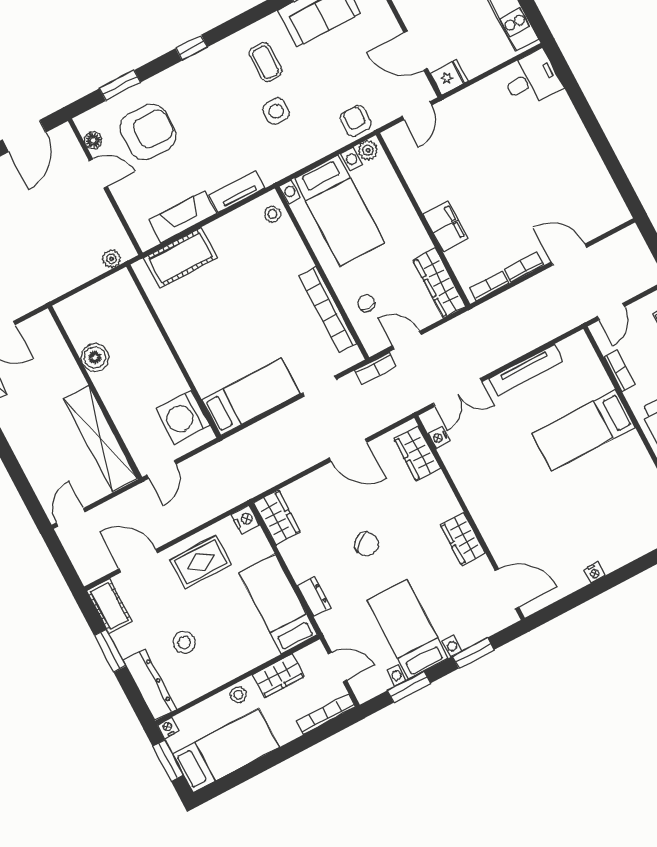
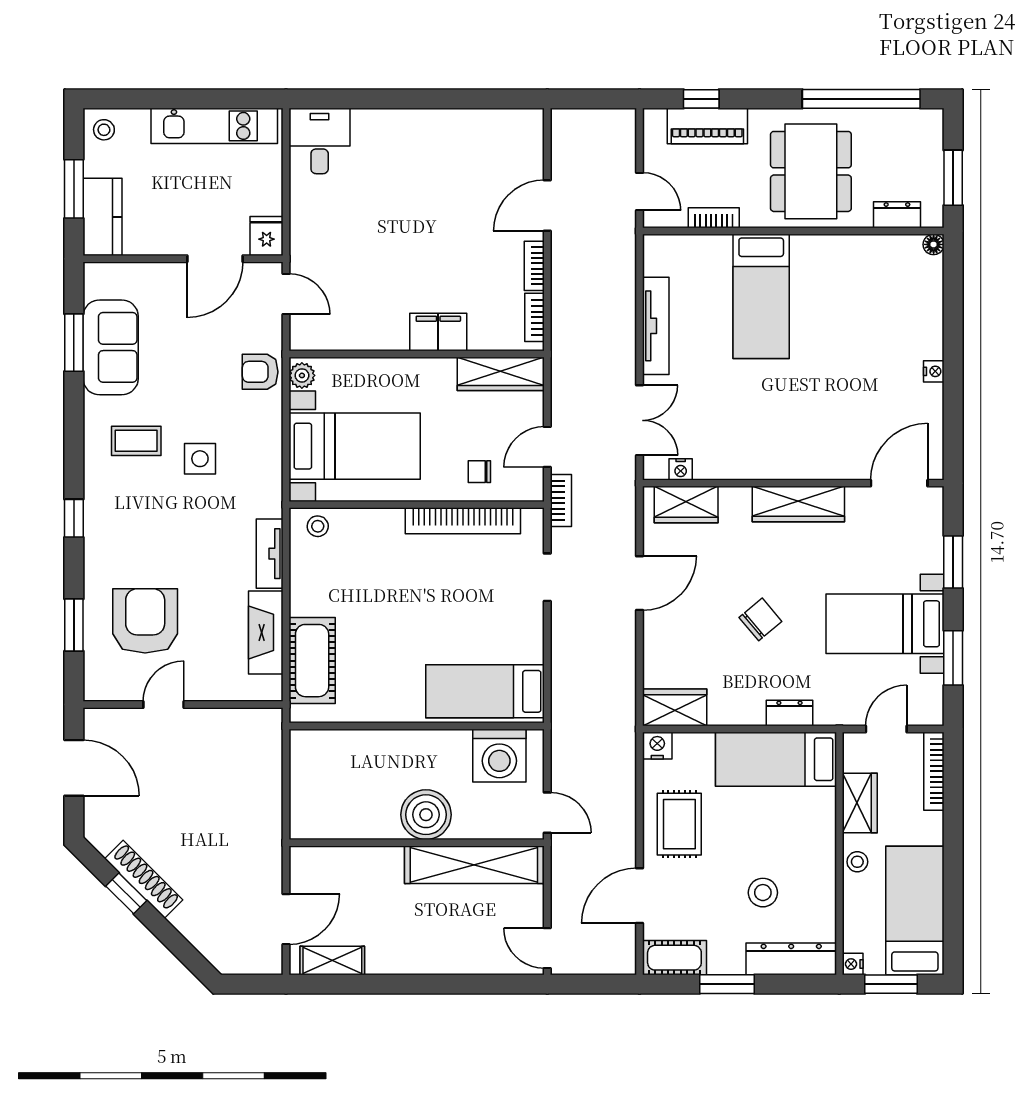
floor lamp: (93, 140) -> (122, 690), removed
plant: (111, 259) -> (271, 742), removed
boiler: (95, 357) -> (426, 815), moved, width x1.37, depth x1.37
bed: (251, 397) -> (485, 691), moved, turned -90
wardrobe: (463, 539) -> (798, 504), width x1.50

